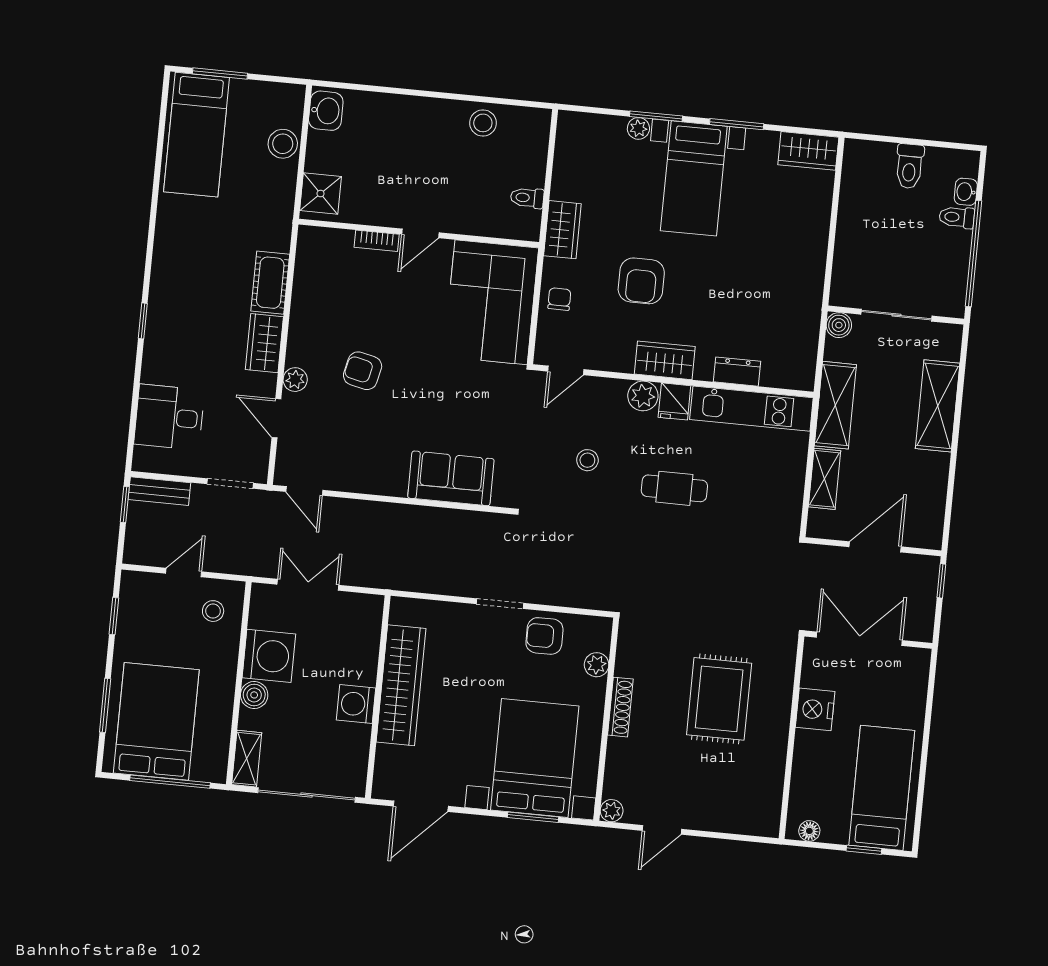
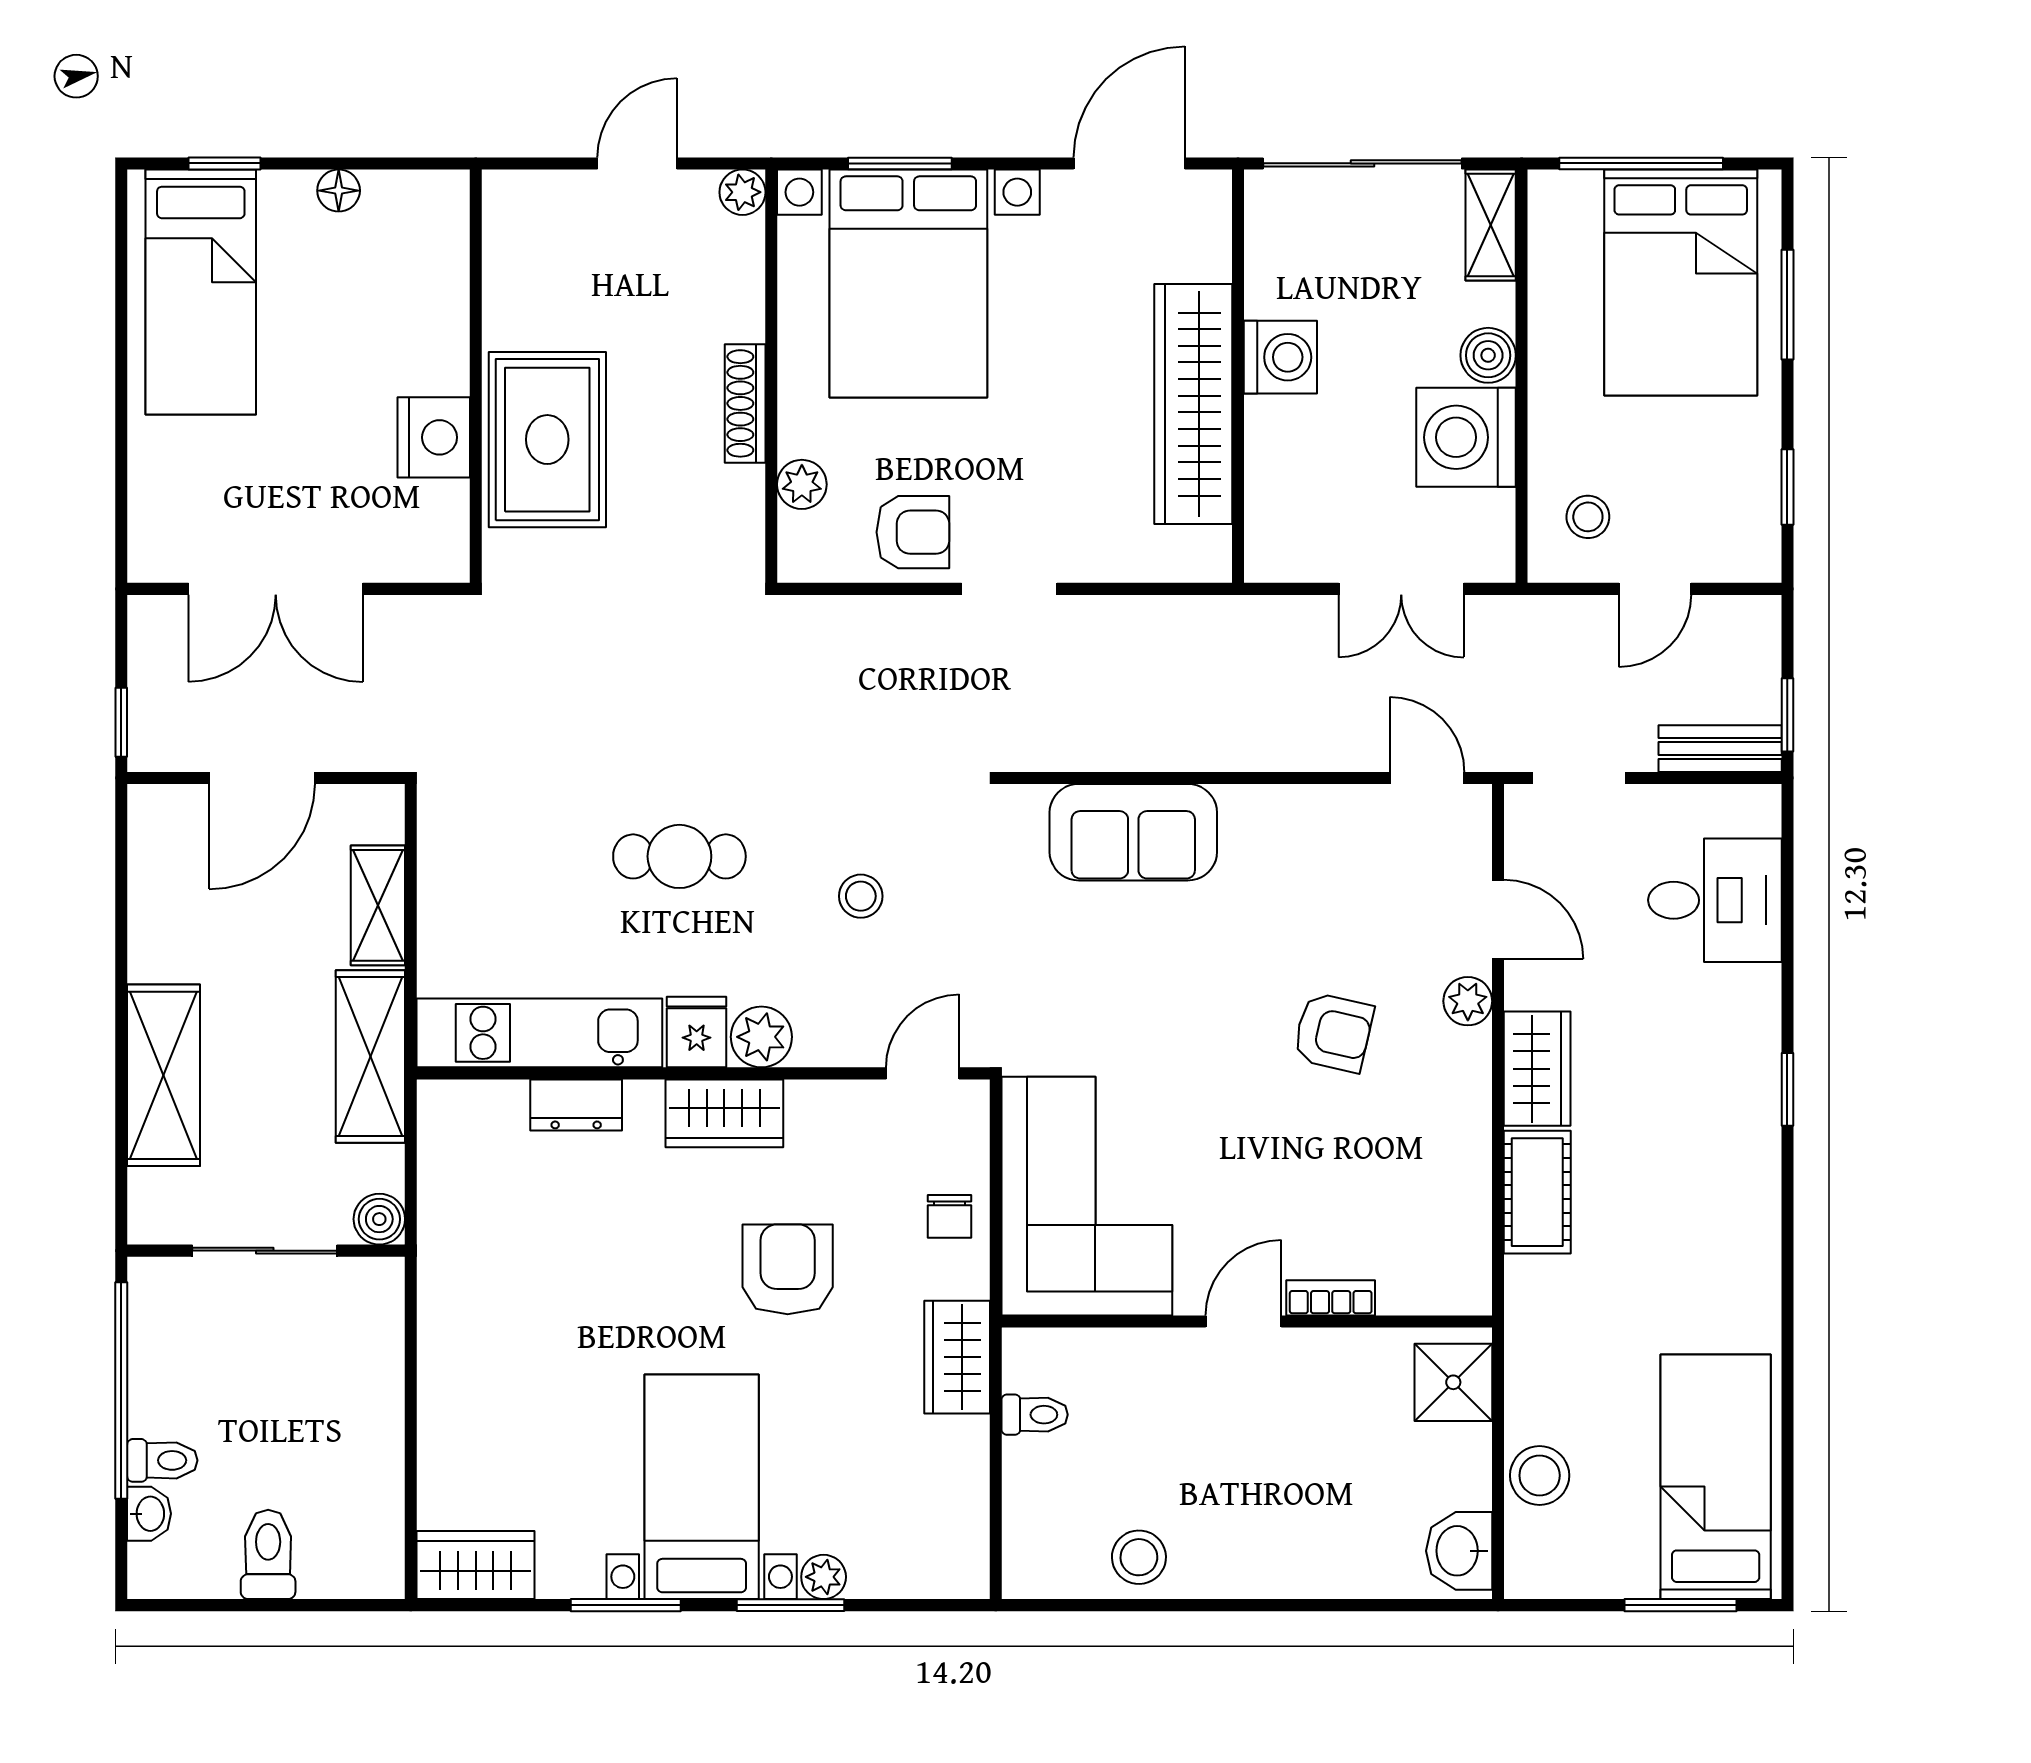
nightstand: (815, 709) -> (434, 437), moved
wall: (792, 737) -> (476, 376), moved

